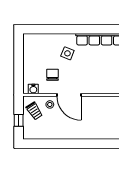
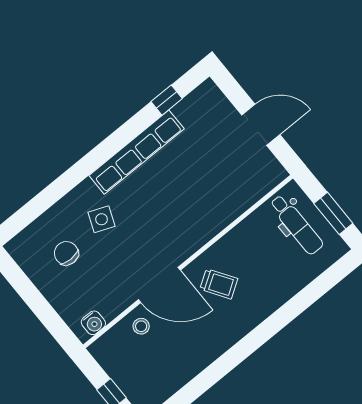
chair: (52, 75) -> (66, 253), moved
trolley: (34, 111) -> (219, 284), moved

